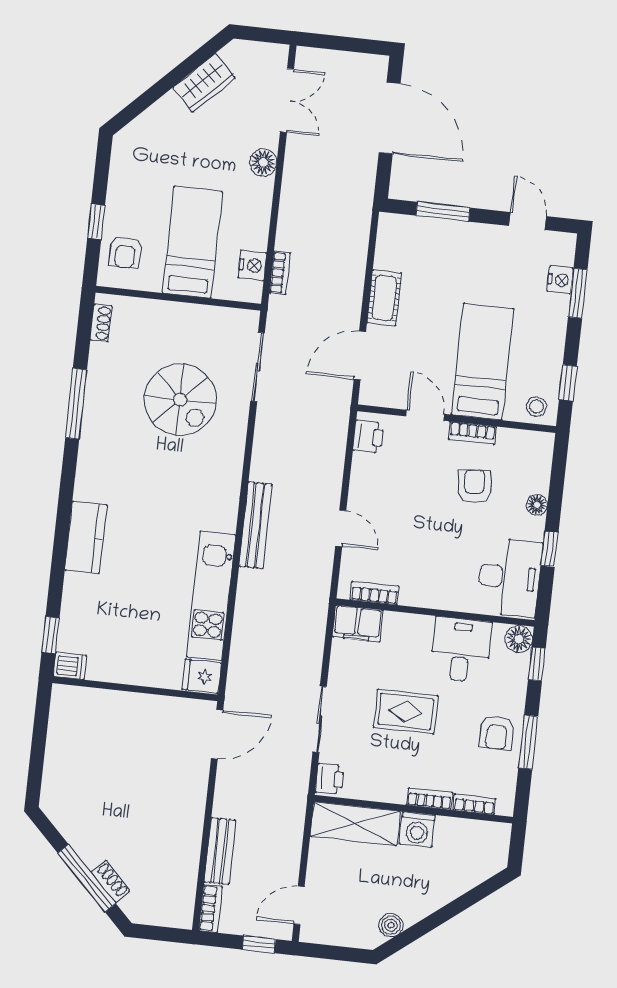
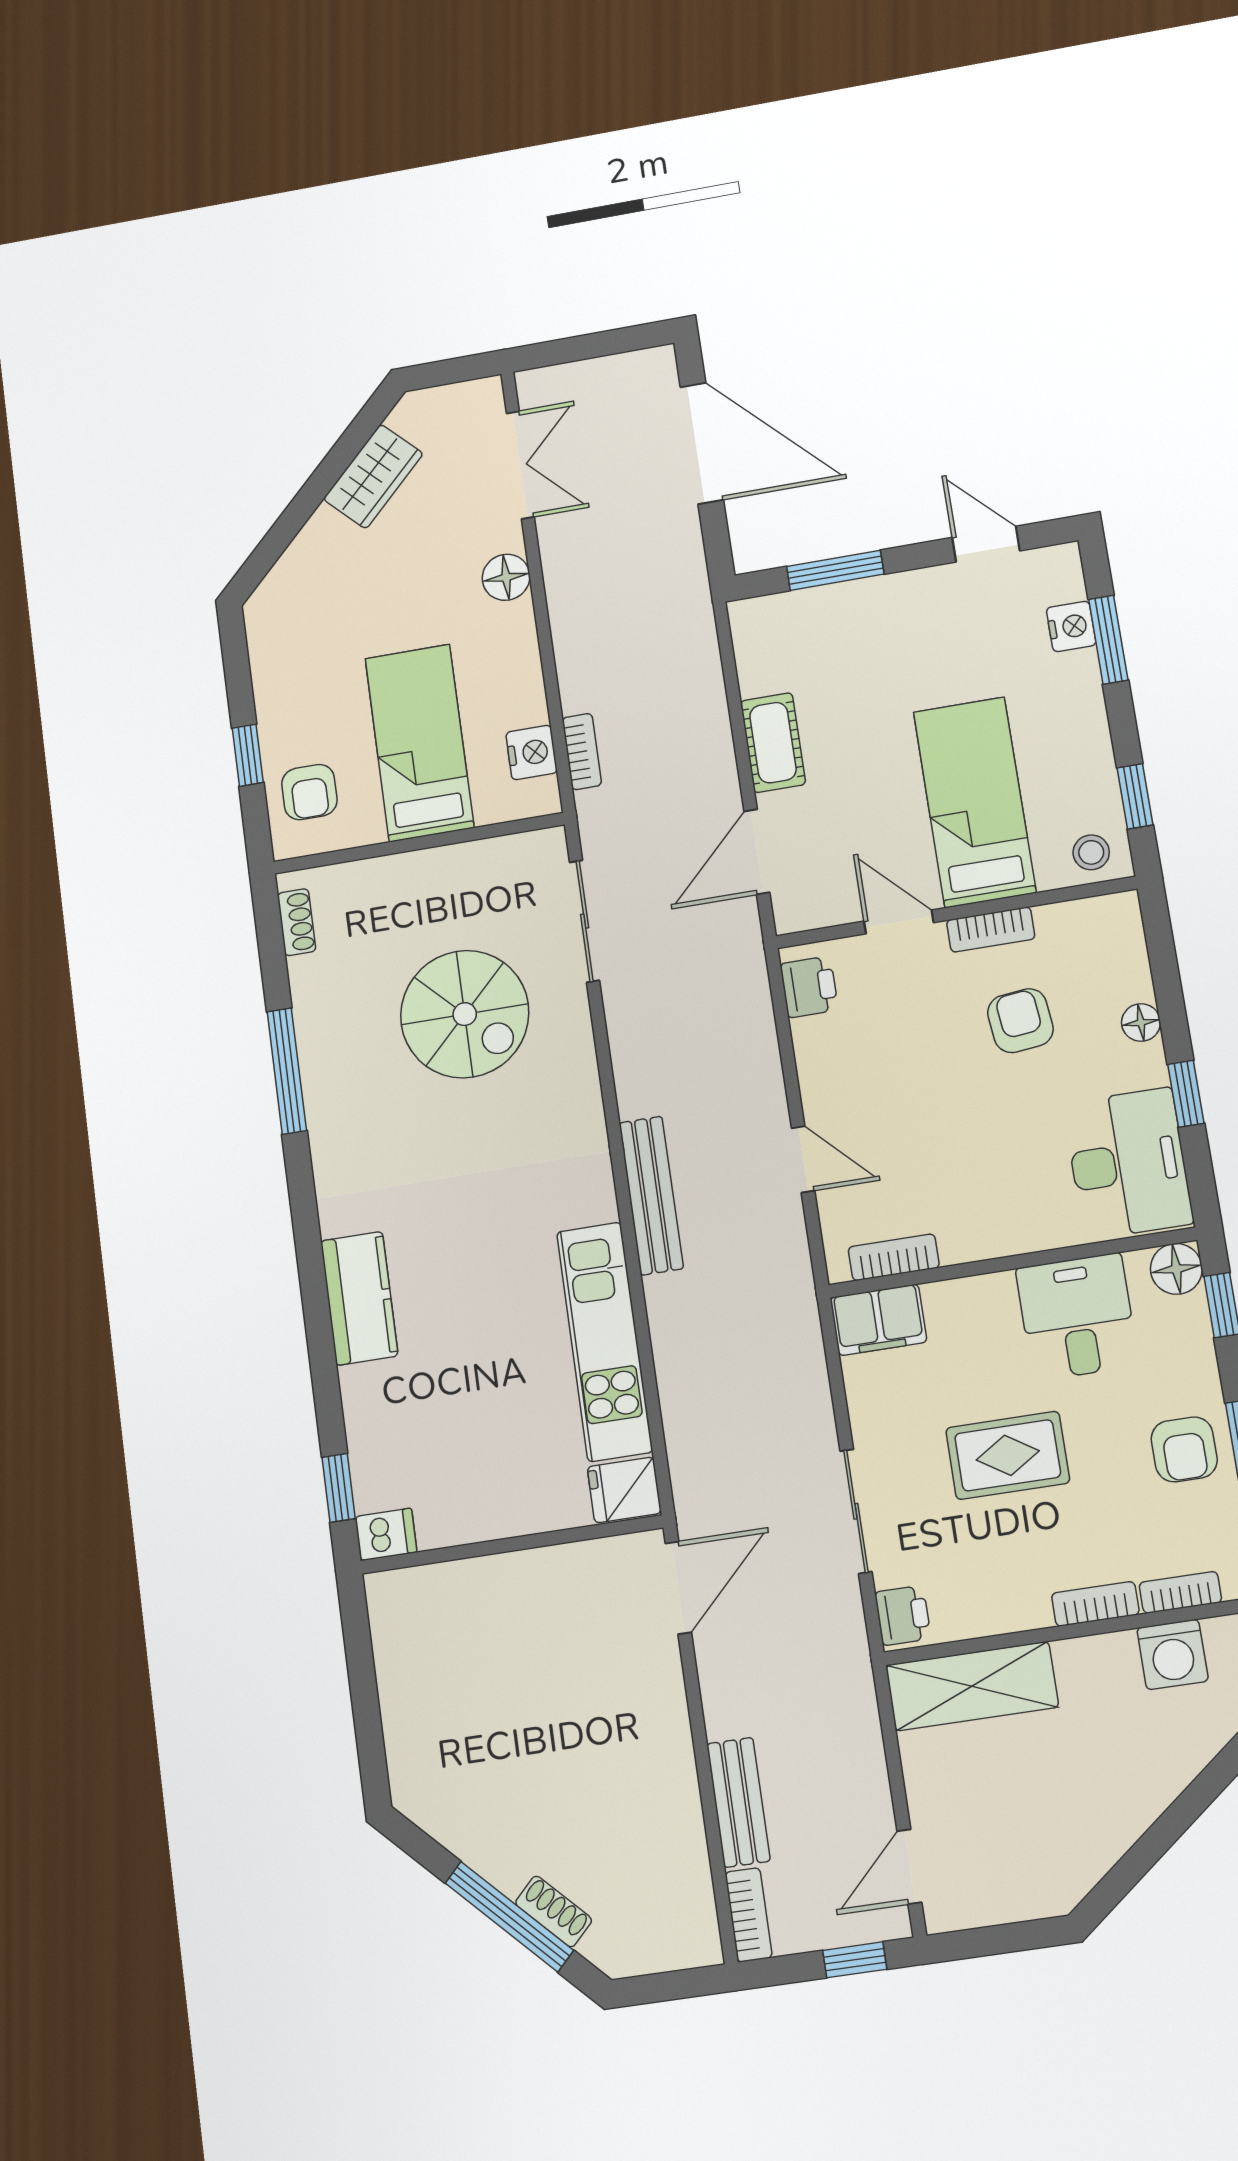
washing machine: (417, 829) -> (1173, 1655), moved
boiler: (391, 925) -> (1089, 1860), removed

